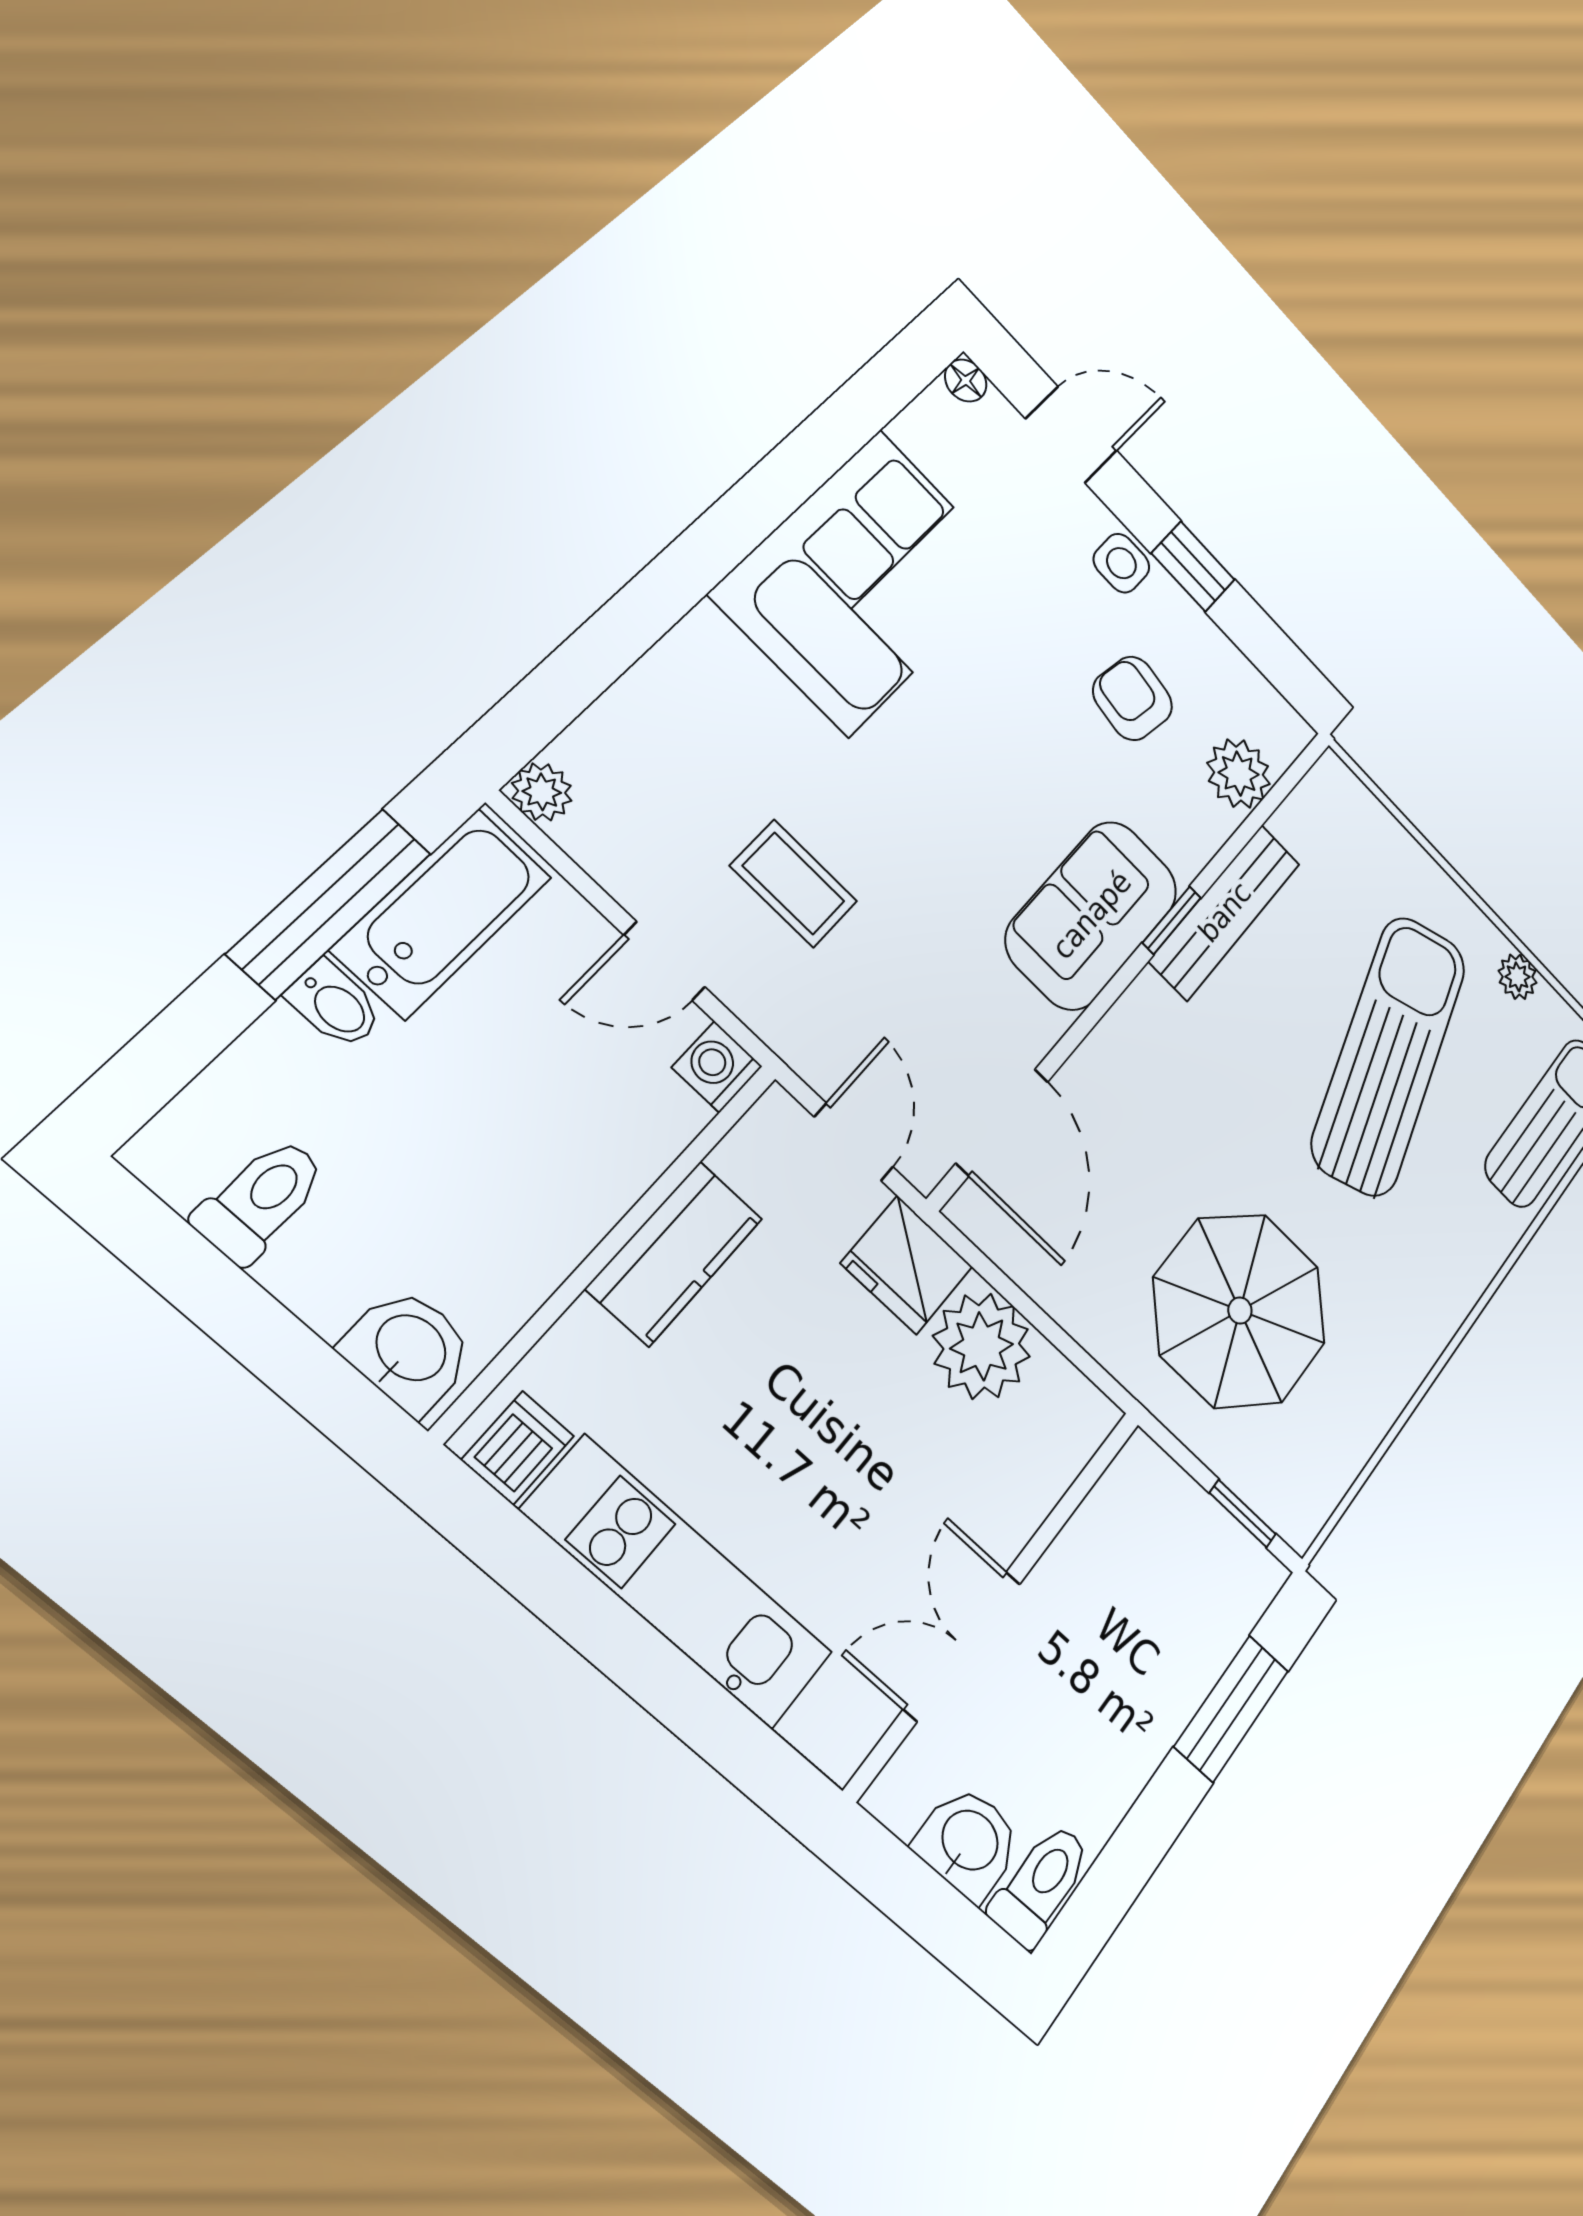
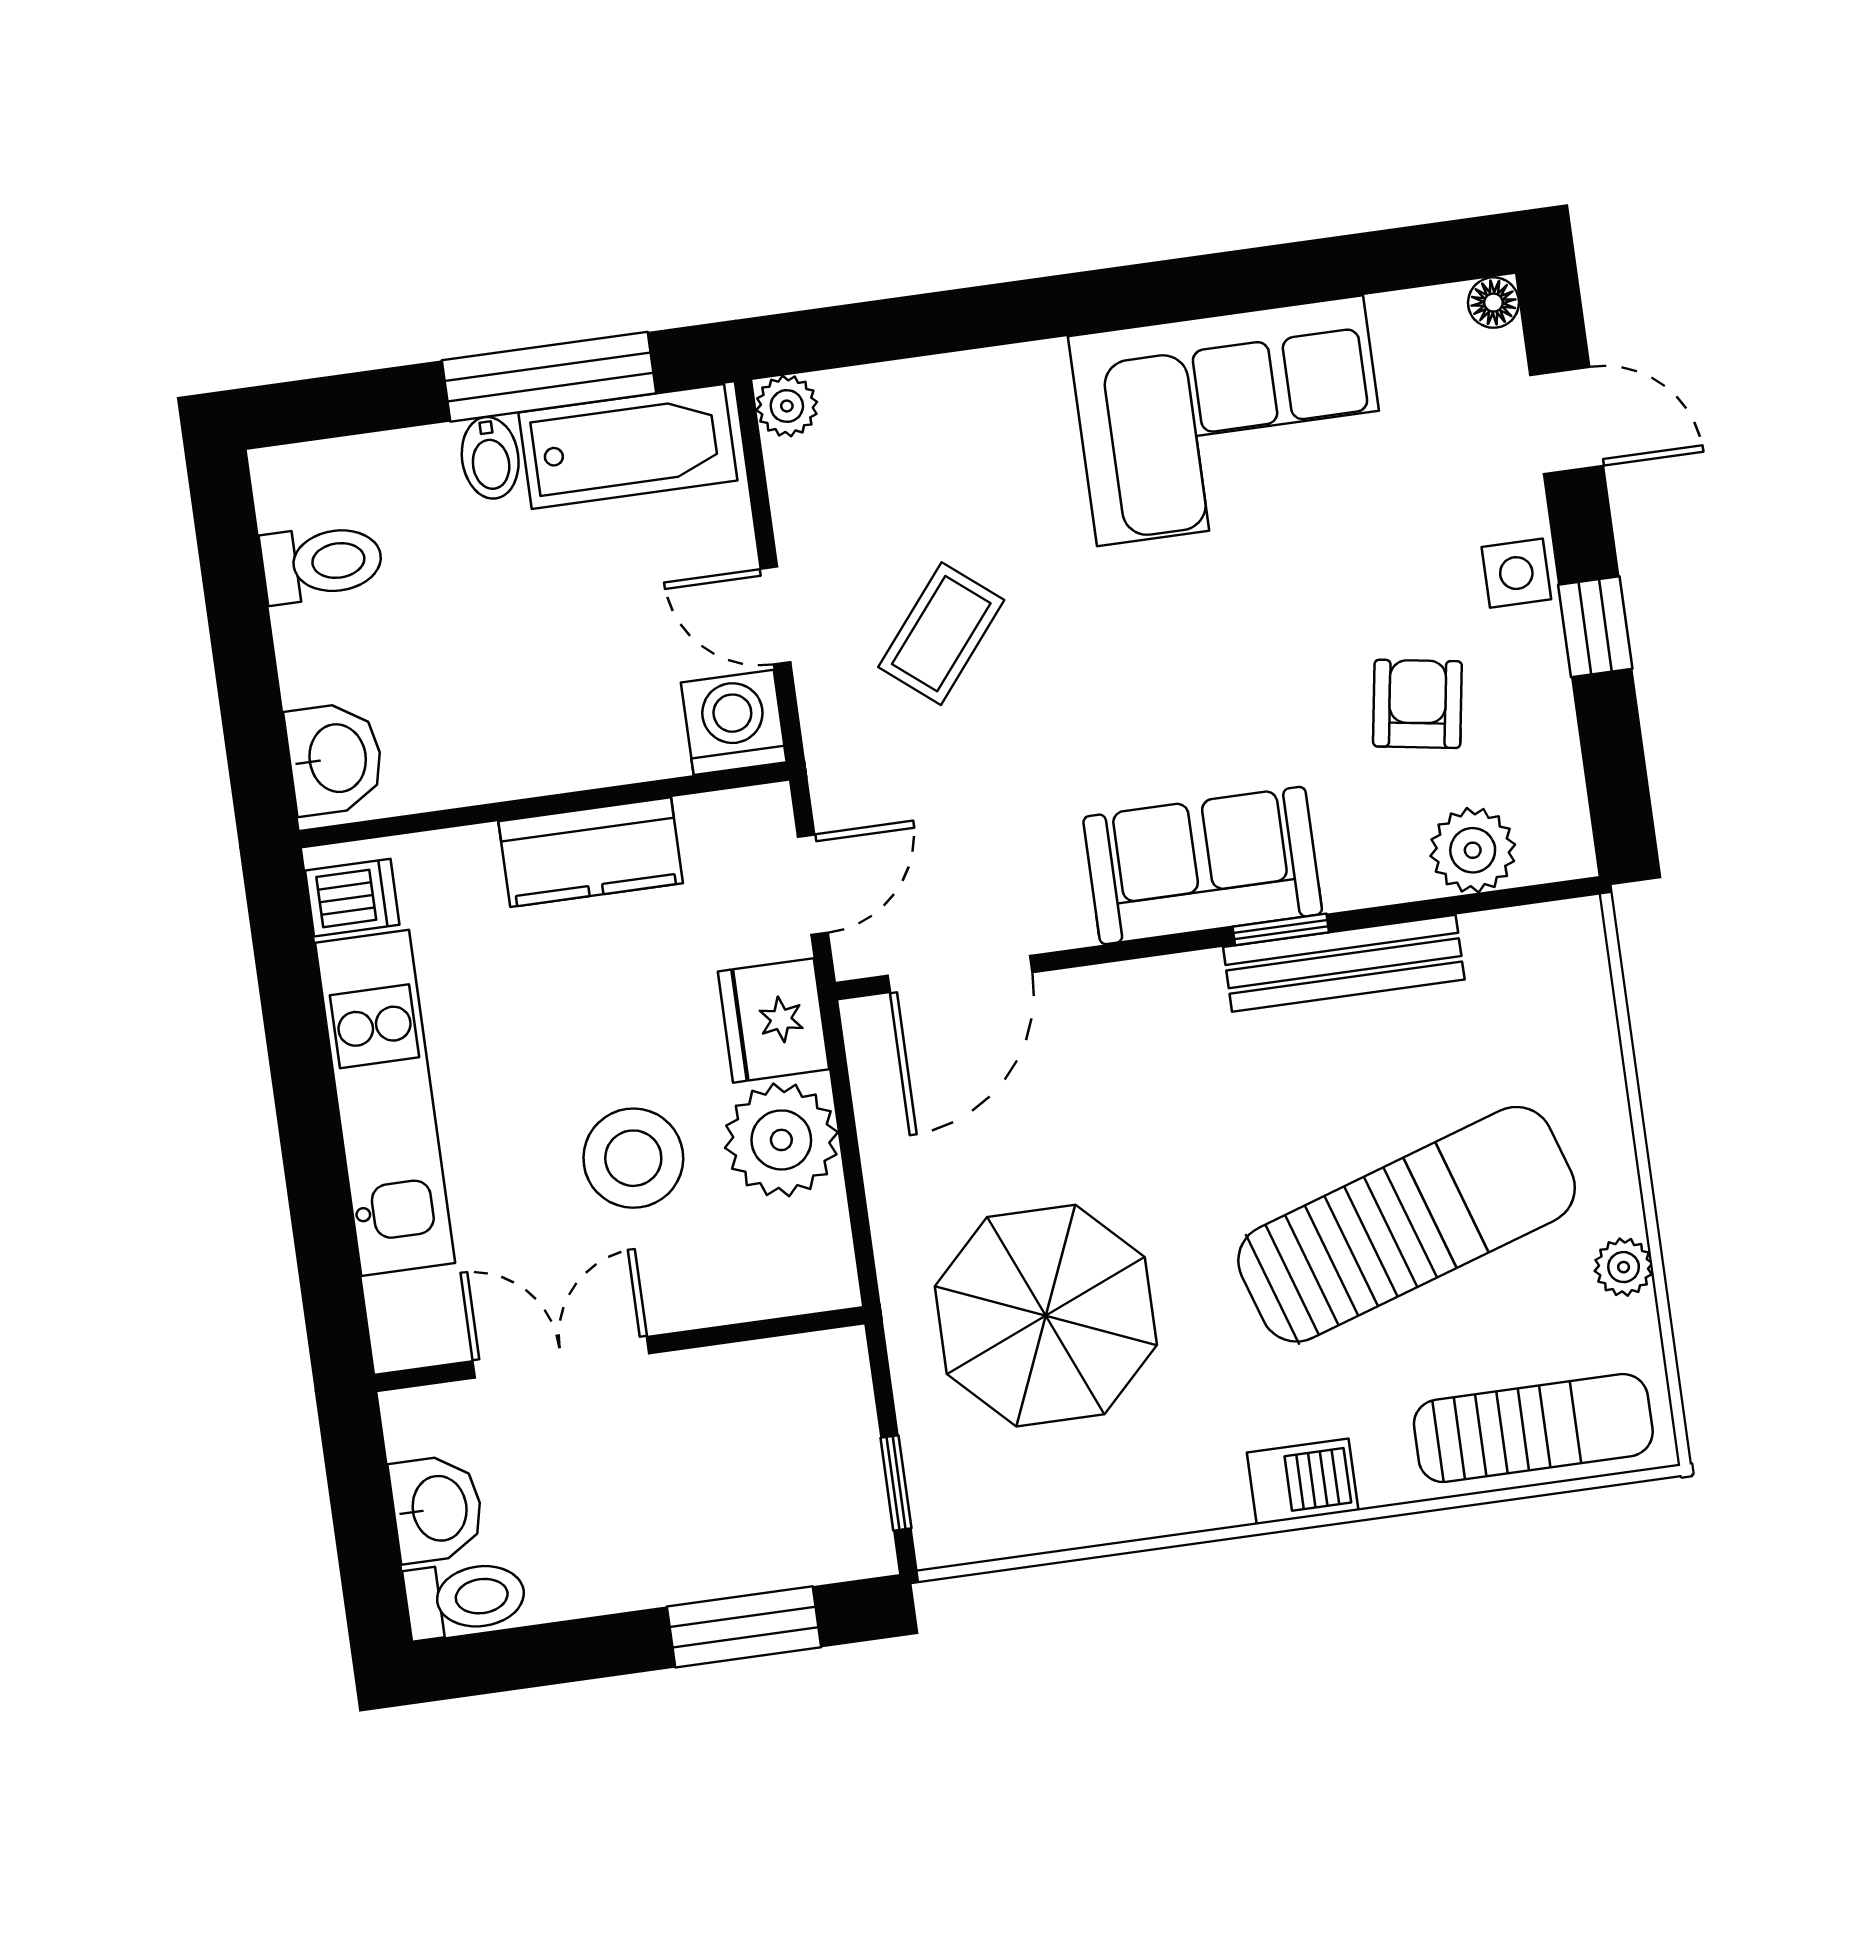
coffee table: (794, 884) -> (941, 634), turned 39
washing machine: (717, 1067) -> (734, 722), width x1.38, depth x1.38
barbecue: (1462, 1276) -> (1303, 1481), added
stool: (893, 1454) -> (633, 1158), added

